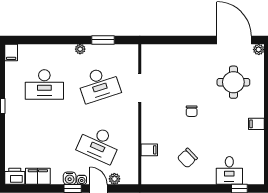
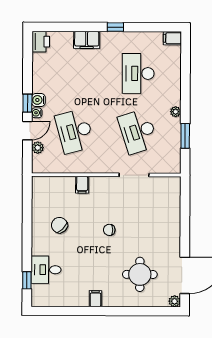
desk: (99, 144) -> (75, 131), turned -39
filing cabinet: (149, 150) -> (82, 185), moved
filing cabinet: (38, 176) -> (87, 40), moved, turned 90

